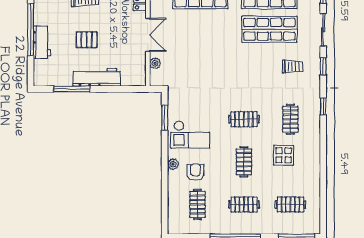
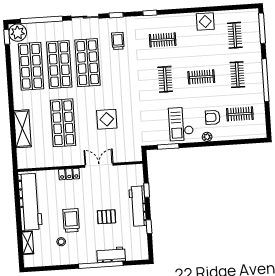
pallet: (87, 40) -> (107, 217), turned 90
display table: (201, 48) -> (107, 119), added
plant: (155, 63) -> (123, 158), removed
window: (72, 89) -> (149, 227), width x0.46
window: (115, 89) -> (147, 190), added
checkout: (190, 134) -> (181, 124), turned 180
display table: (284, 155) -> (205, 21), moved

